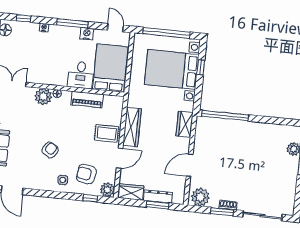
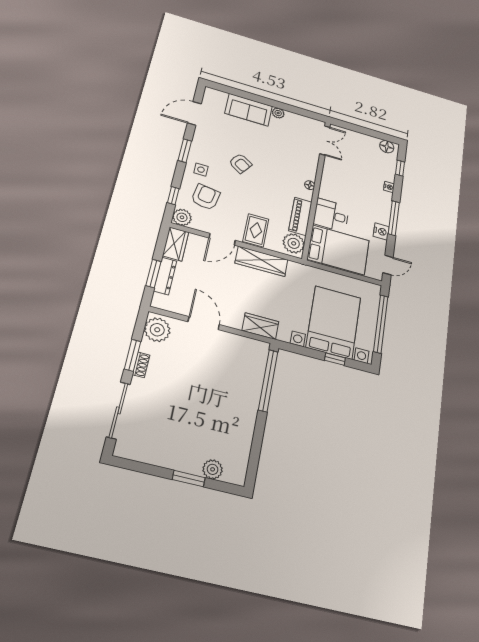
plant: (43, 97) -> (294, 243), moved
door: (120, 158) -> (222, 239), hinge flipped
window: (49, 194) -> (185, 151), added

